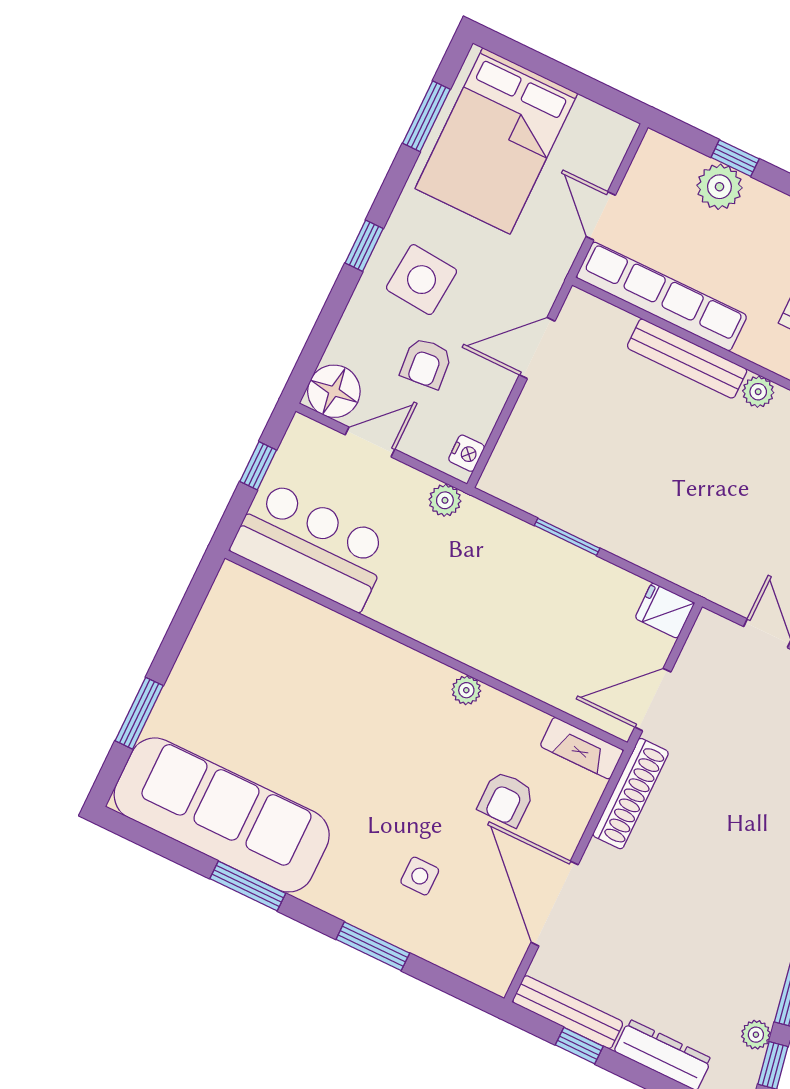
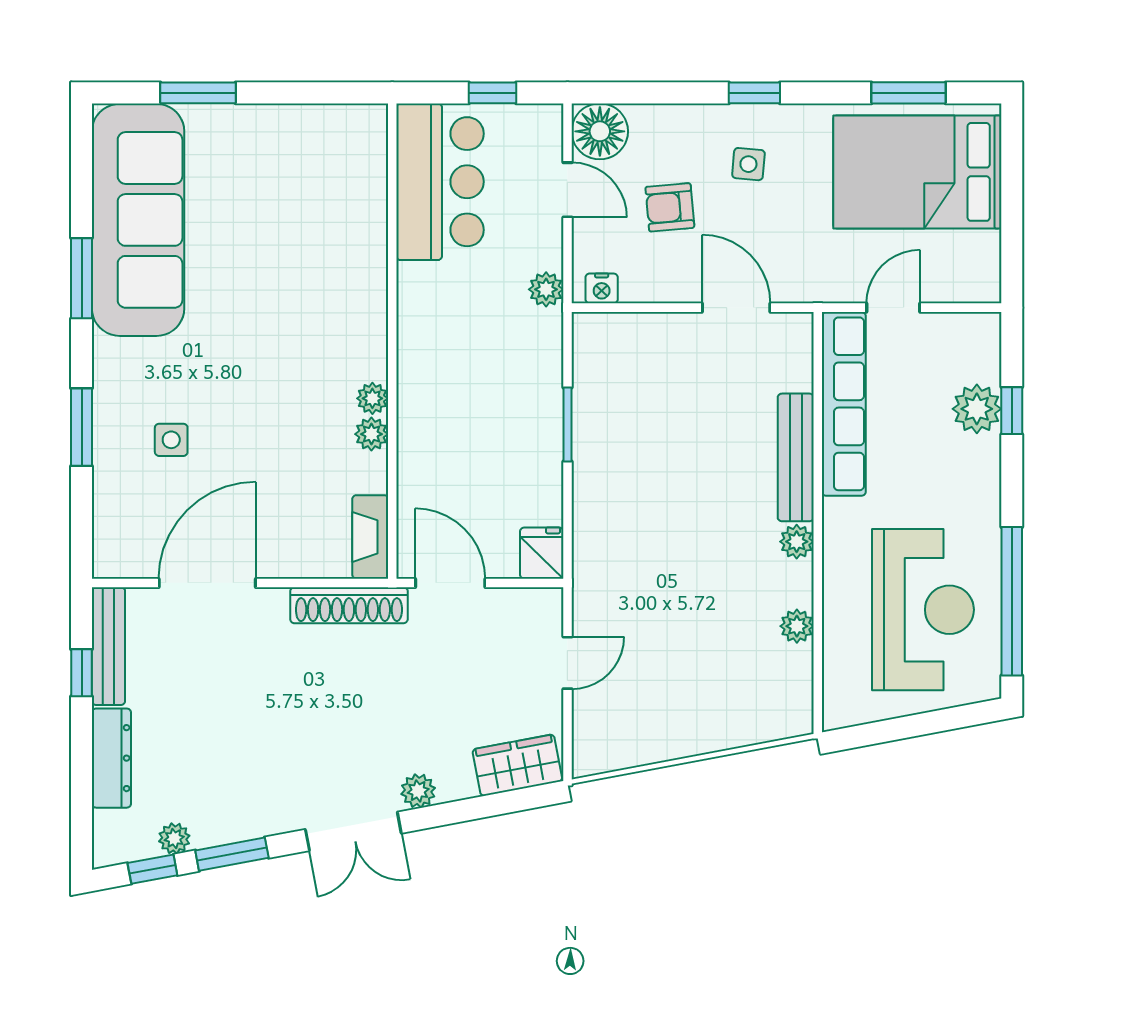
side table: (422, 280) -> (748, 164), width x0.54, depth x0.54
plant: (496, 705) -> (371, 434), added
armchair: (506, 799) -> (286, 487), removed

